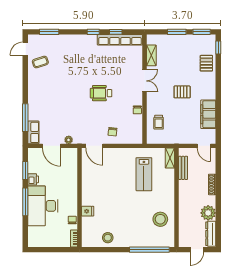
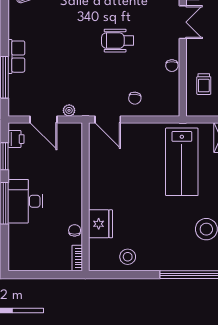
row of seats: (33, 132) -> (16, 57), moved
lab bench: (144, 174) -> (182, 162), width x1.36, depth x1.39
printer: (33, 179) -> (16, 139), moved
desk: (43, 206) -> (25, 201), width x0.73, depth x0.77
fridge: (88, 211) -> (101, 224), width x1.88, depth x1.34

